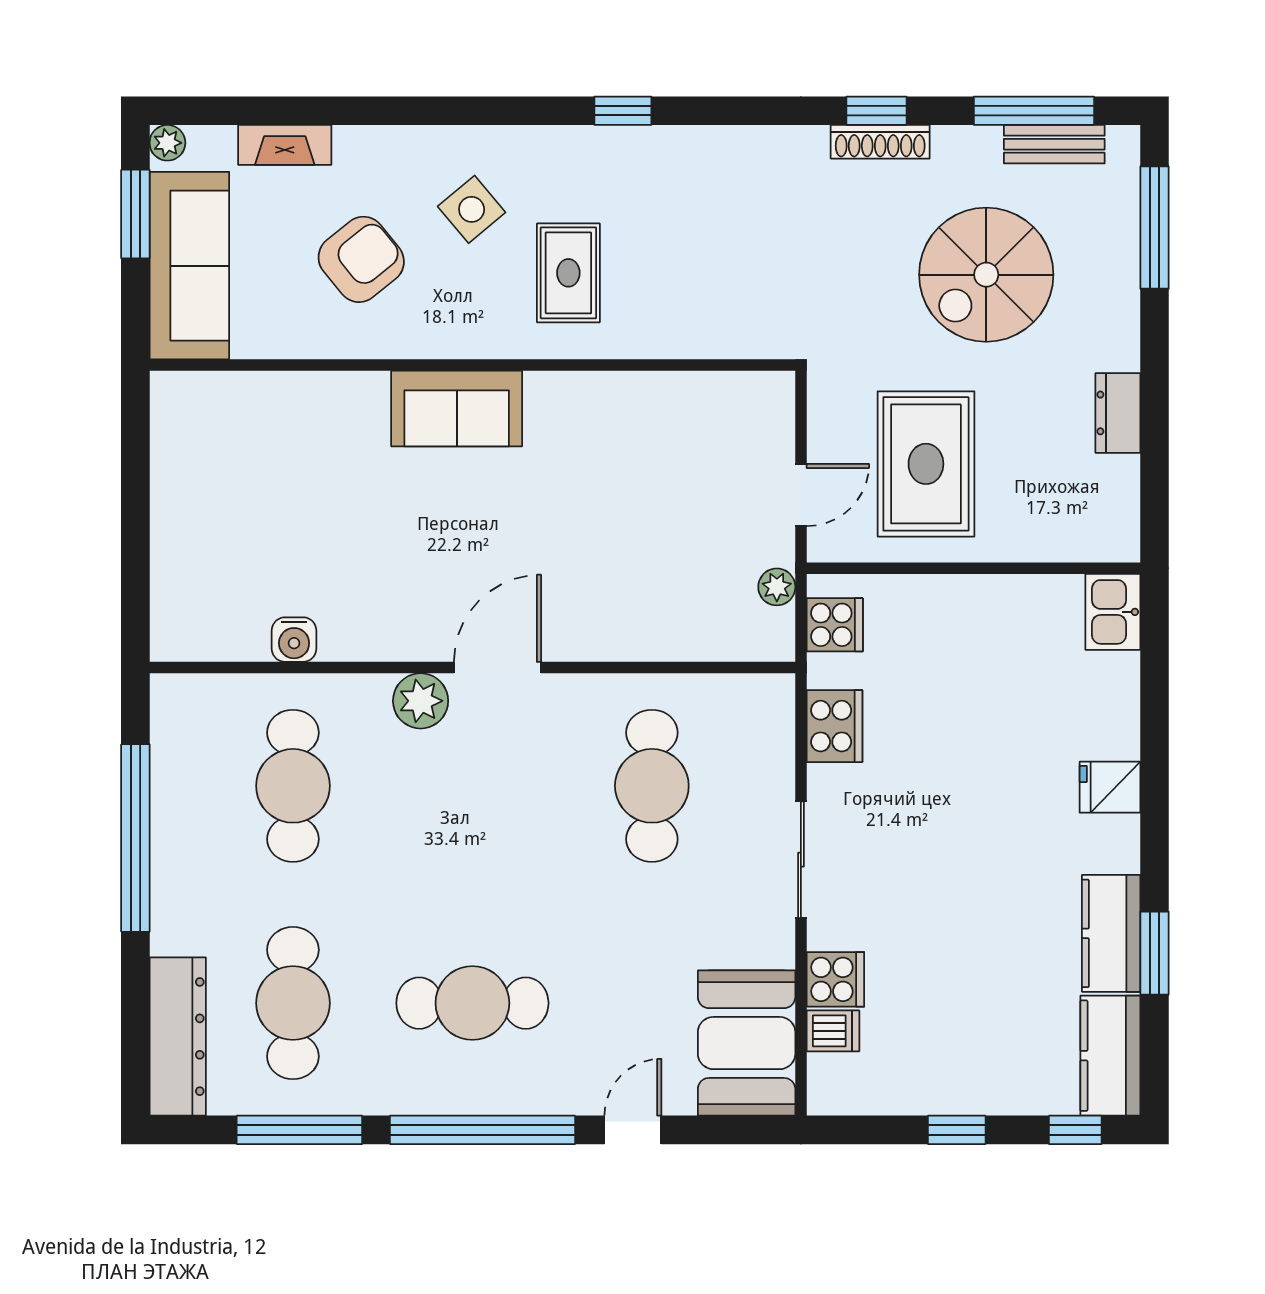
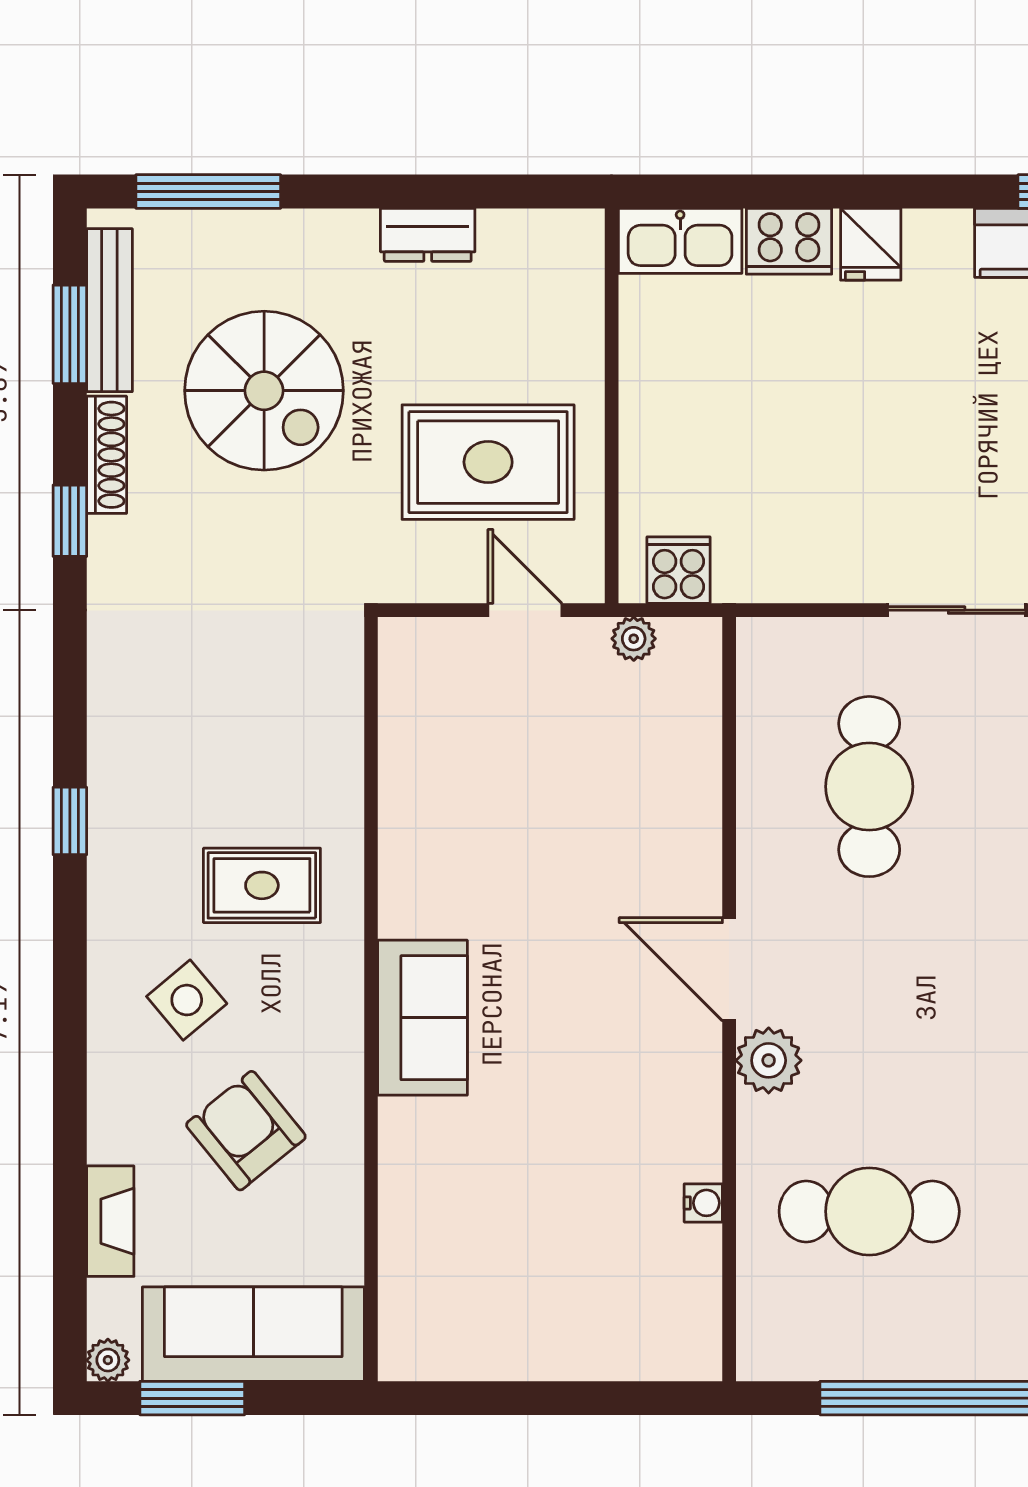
window: (1034, 111) -> (70, 334), width x0.69
shoe rack: (880, 142) -> (107, 455), moved
bench: (1054, 144) -> (109, 310), width x1.36
kitchen sink: (1113, 612) -> (680, 241), width x1.38
water cooler: (294, 640) -> (703, 1203), width x0.72, depth x0.72
cooker: (834, 726) -> (789, 241), moved, turned 180
cafe table: (652, 786) -> (869, 787), turned 90

